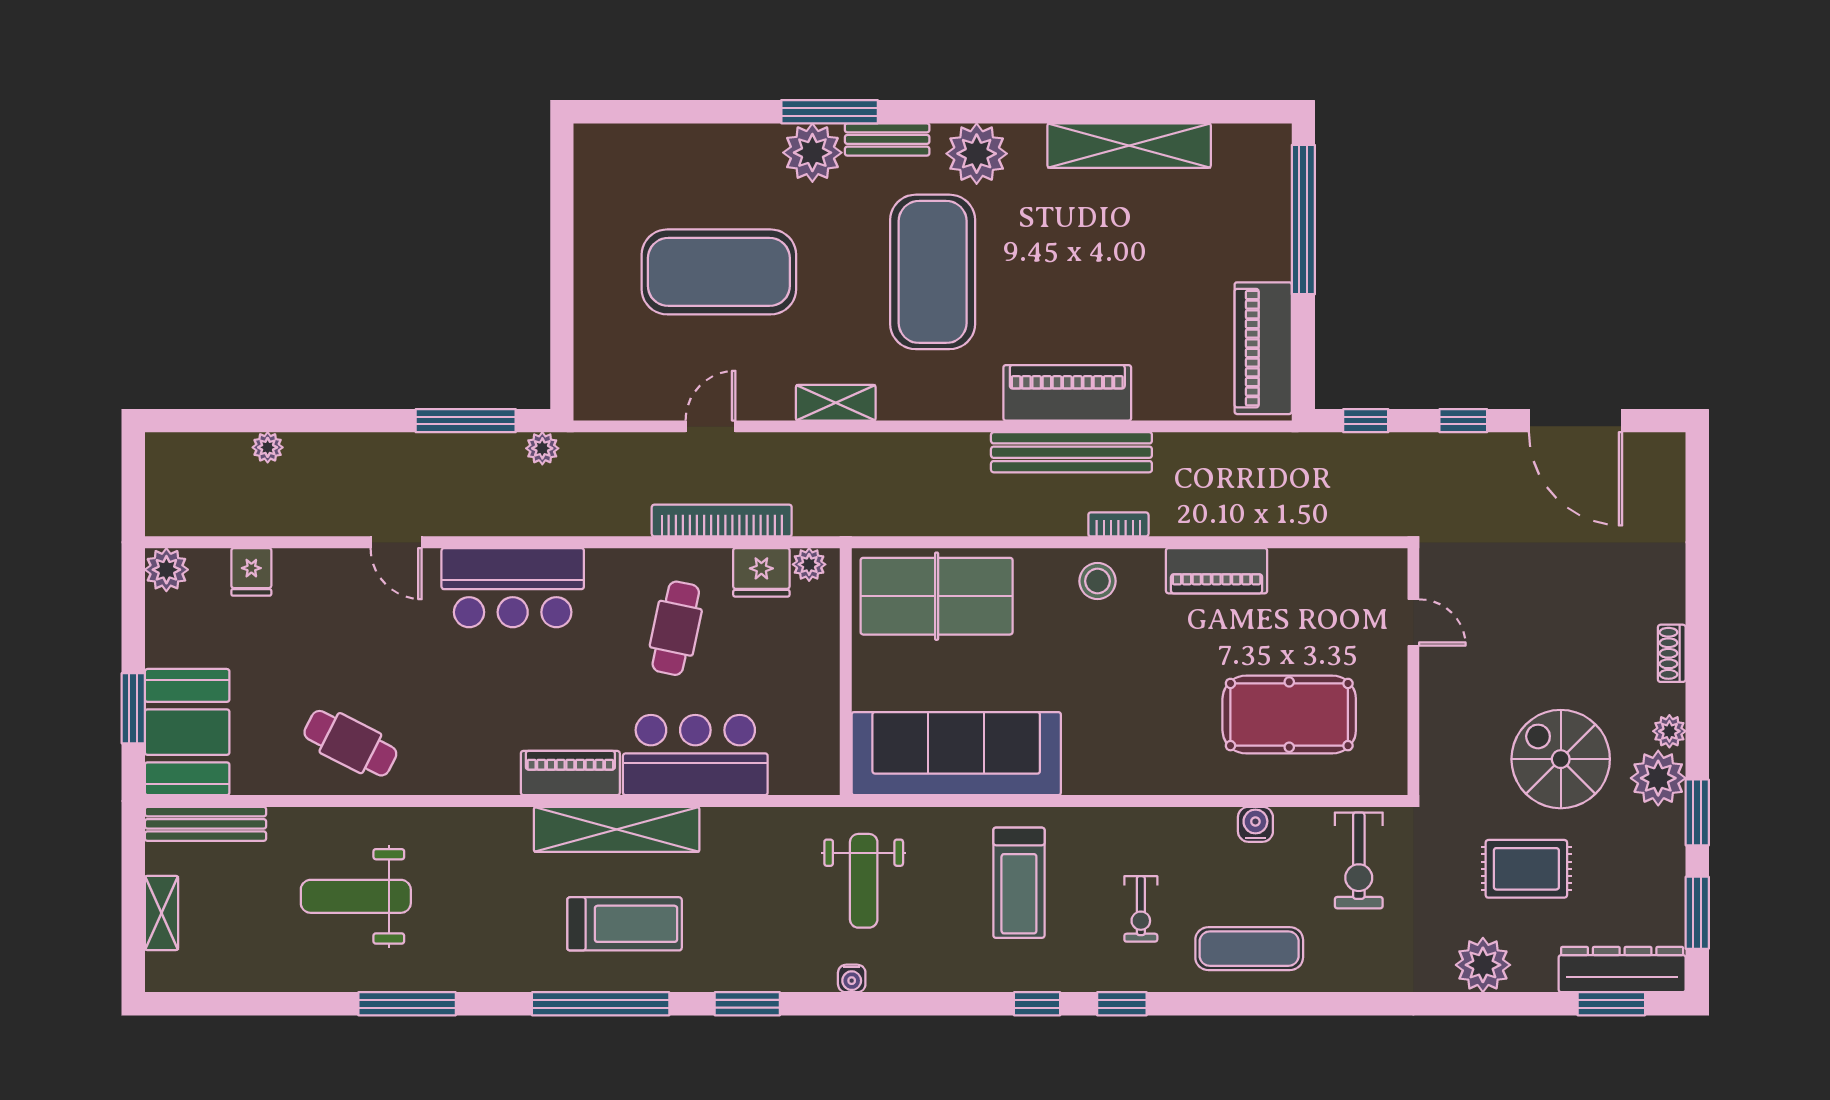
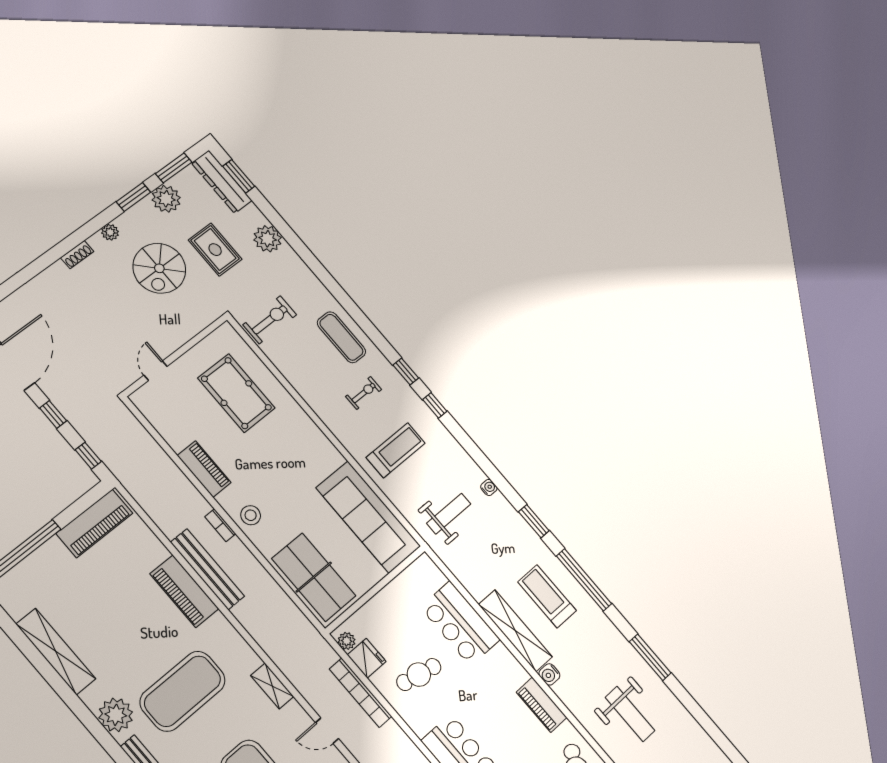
piano: (570, 773) -> (542, 705), moved
plant: (1658, 778) -> (166, 199), moved
water cooler: (1255, 824) -> (549, 674), moved

